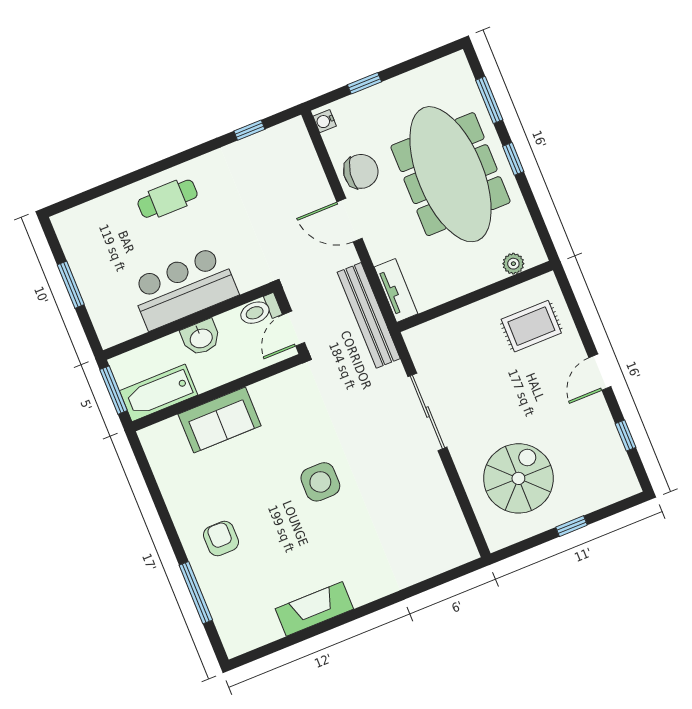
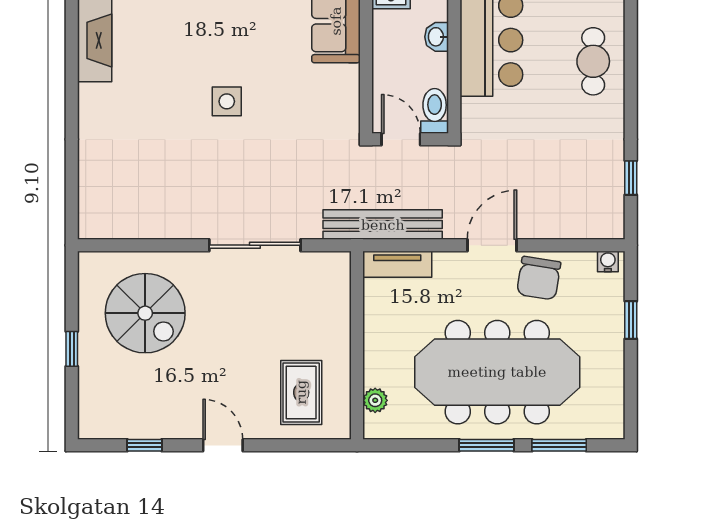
window: (513, 159) -> (486, 445), width x1.50
washbasin: (201, 338) -> (437, 37), width x0.72, depth x0.69
side table: (320, 482) -> (227, 101), width x0.73, depth x0.73

